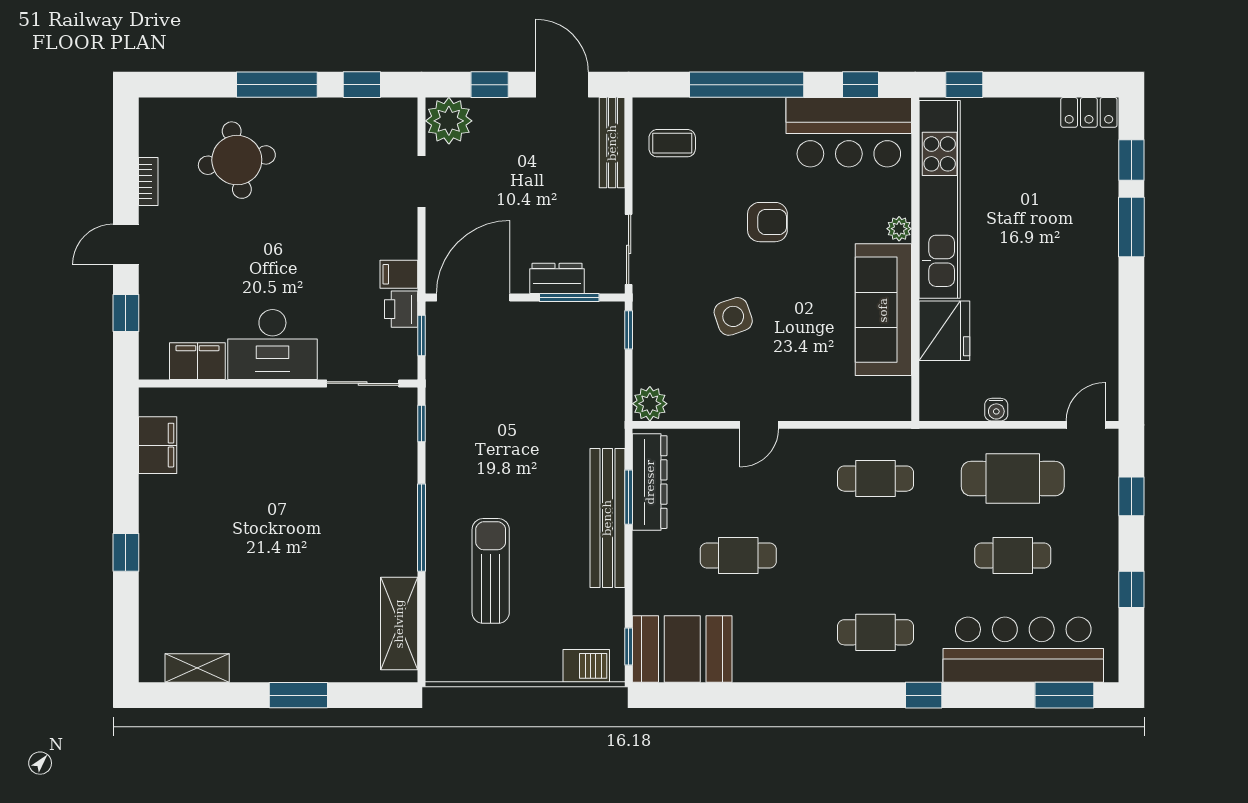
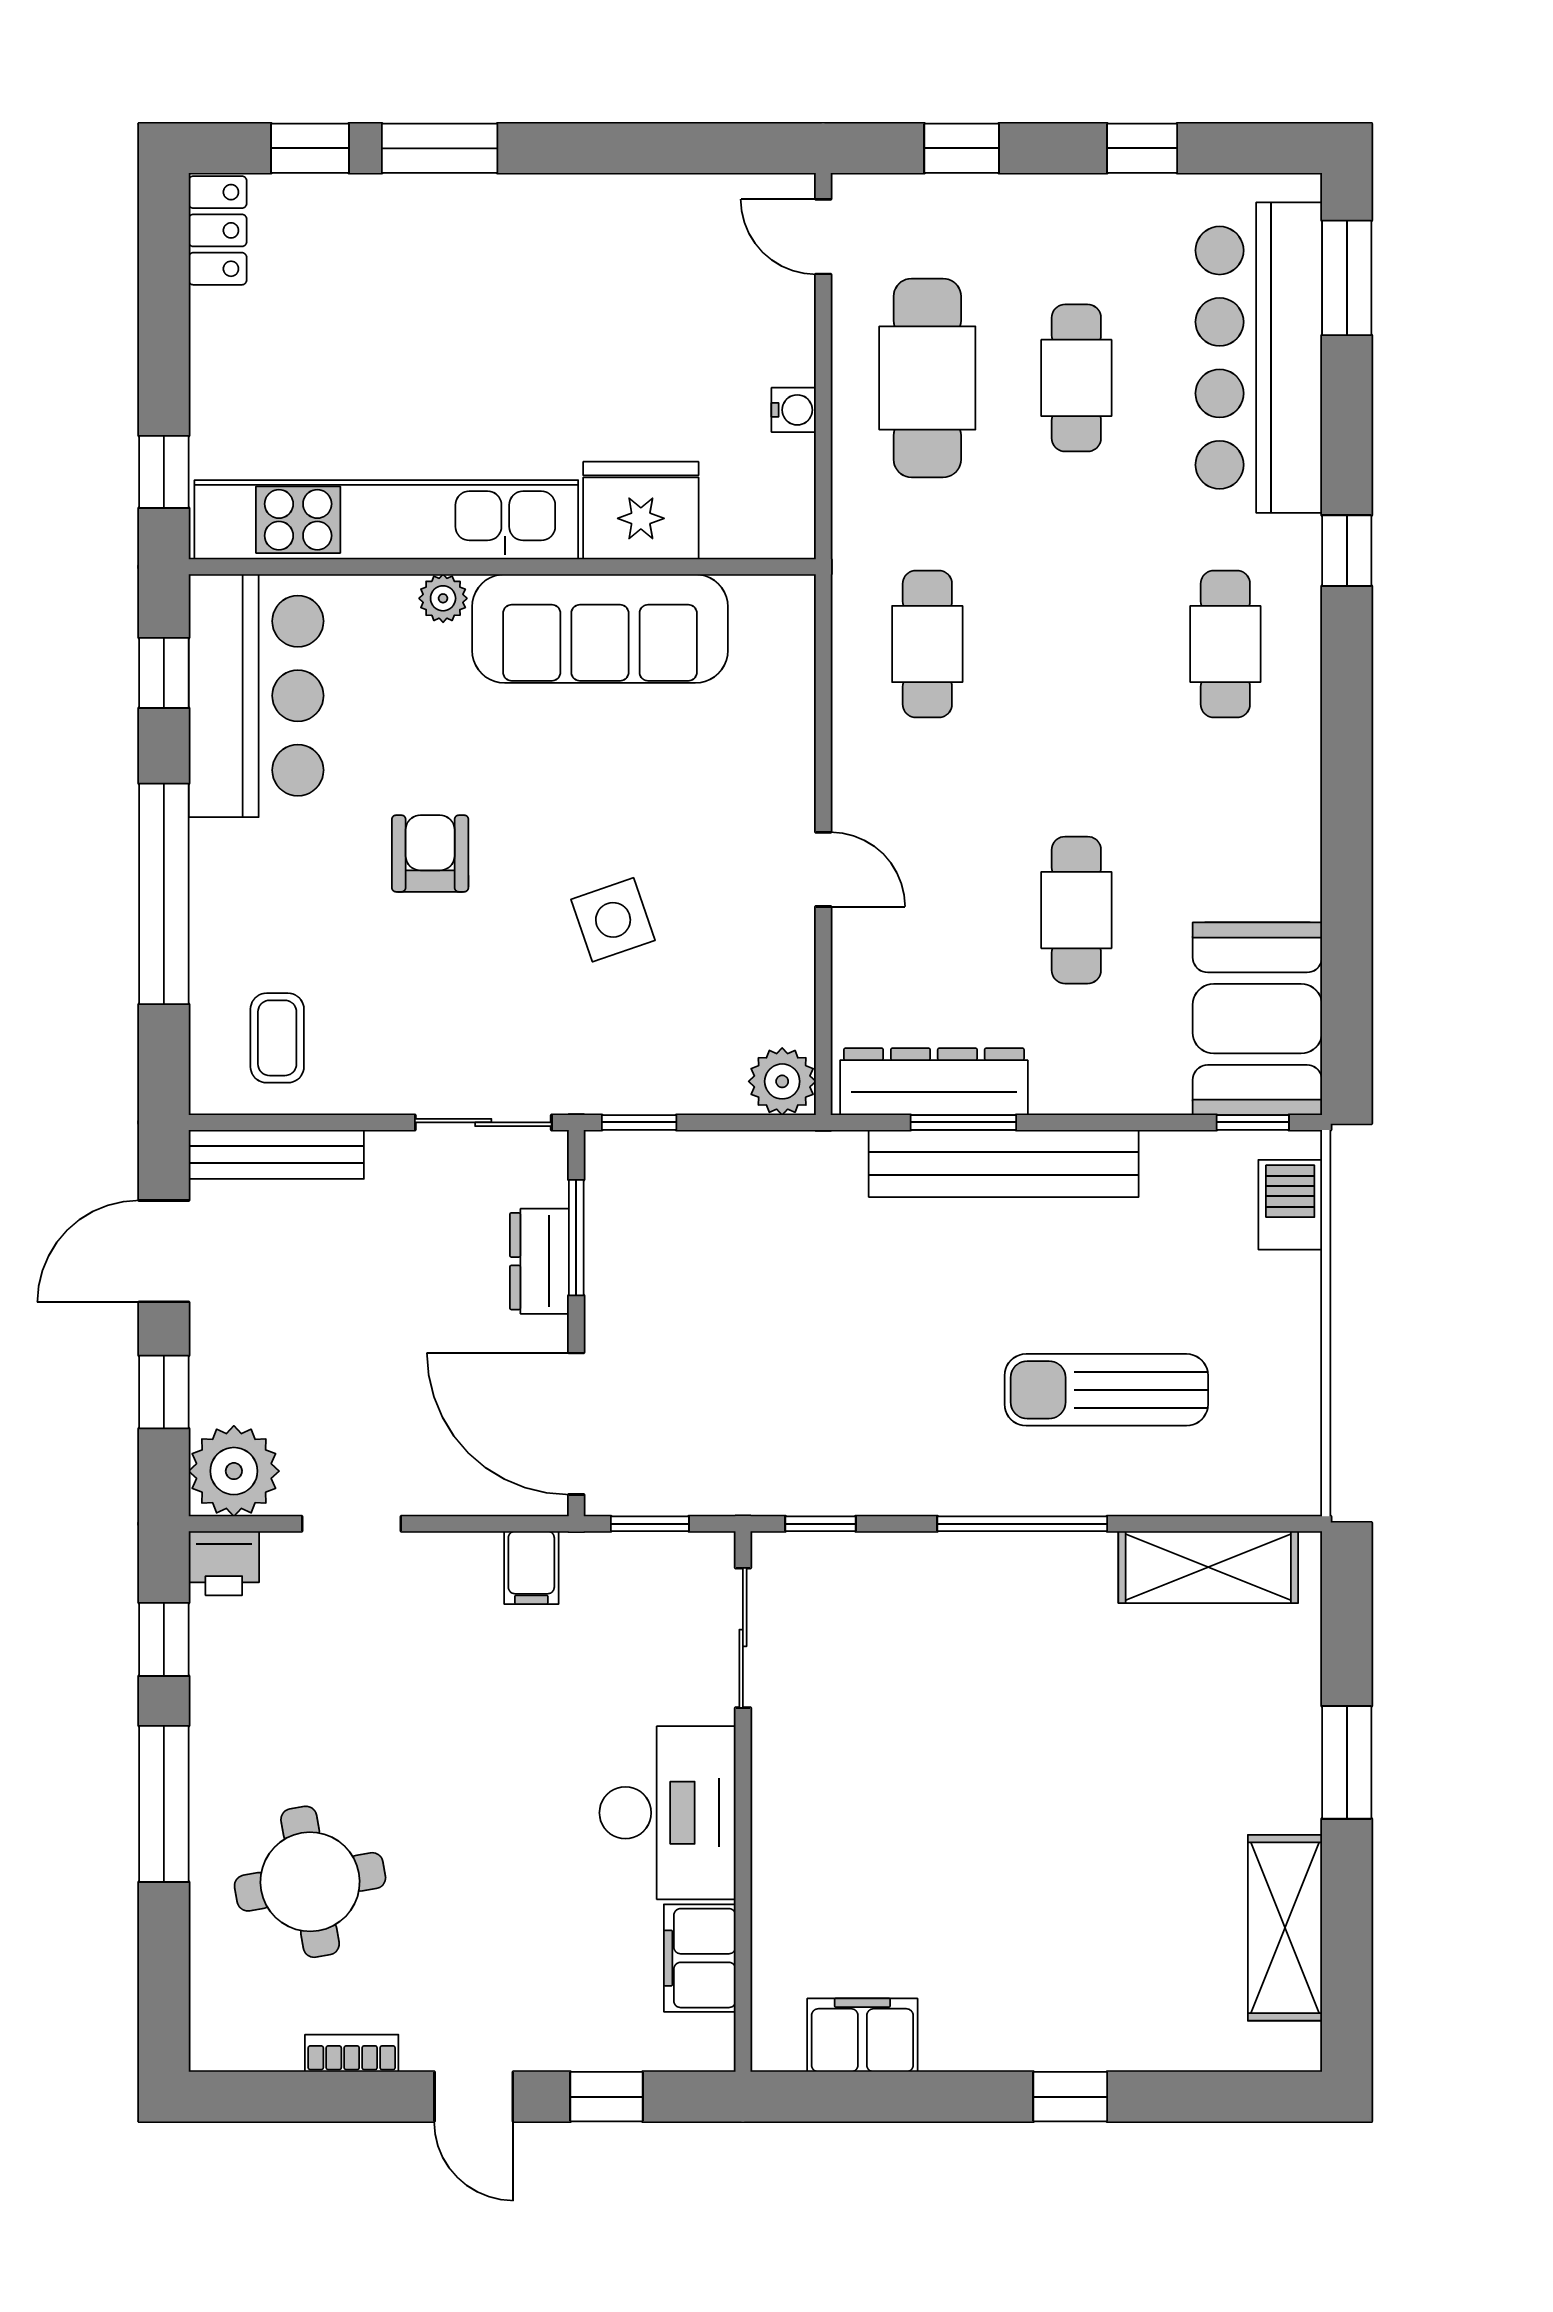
printer: (401, 309) -> (224, 1563), moved
shelving: (197, 668) -> (1285, 1928), width x1.50, depth x1.33

